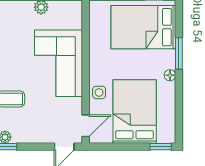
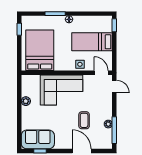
bed: (143, 27) -> (40, 50), moved, turned 180
bed: (135, 111) -> (92, 42), width x0.67

